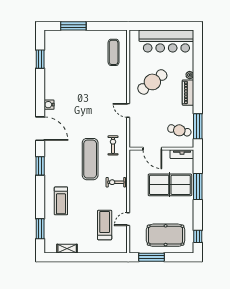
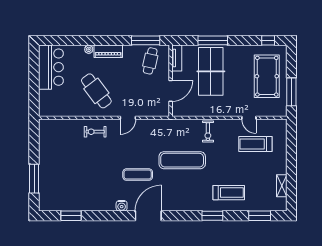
bar counter: (166, 41) -> (51, 67), width x0.73
exercise mat: (114, 52) -> (138, 175), moved
exercise bike: (113, 145) -> (95, 132), moved
window: (40, 166) -> (212, 216), moved

